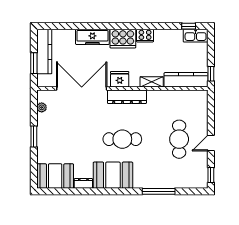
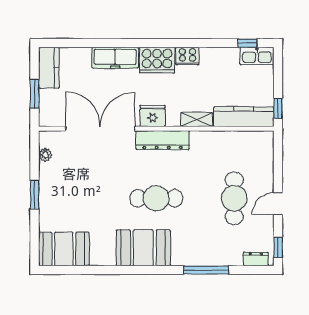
kitchen counter: (44, 52) -> (49, 68), width x0.67
dresser: (83, 183) -> (256, 259), moved

